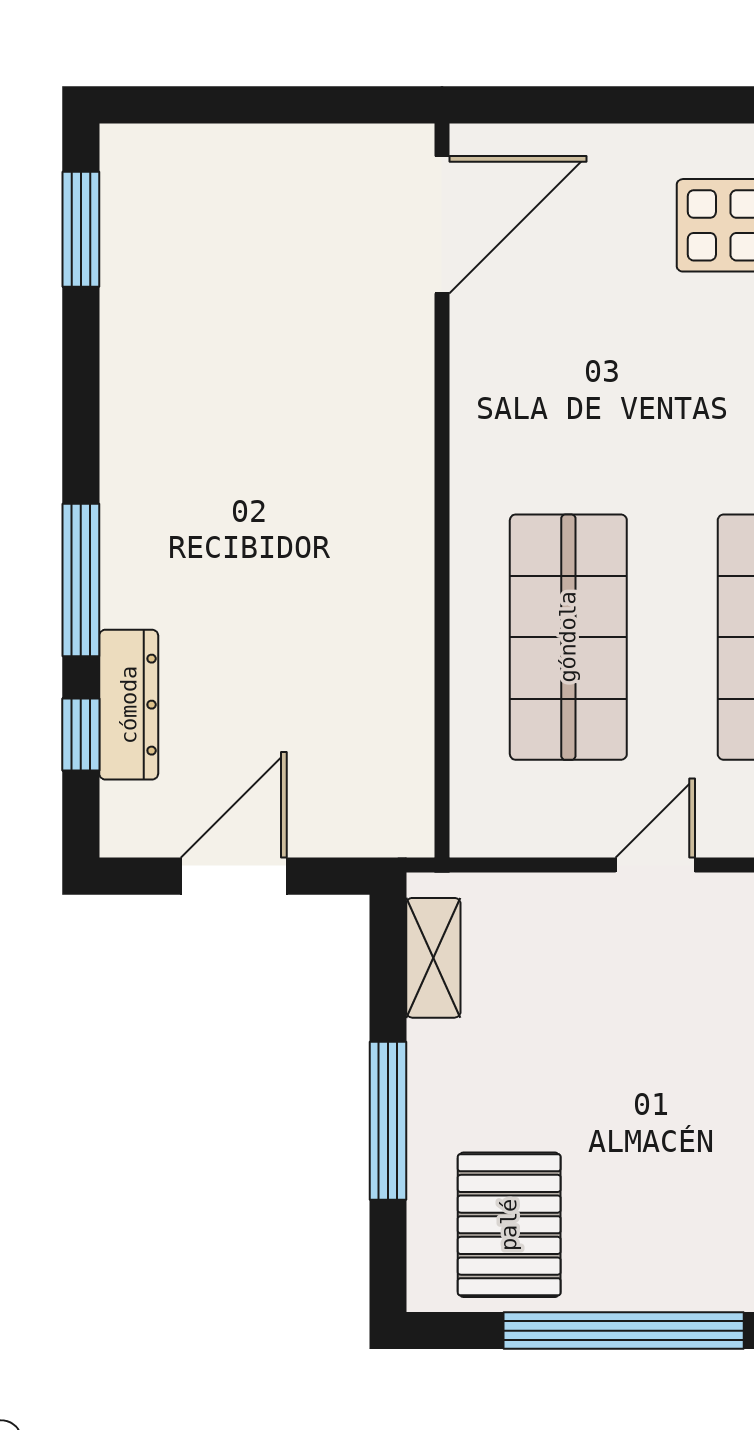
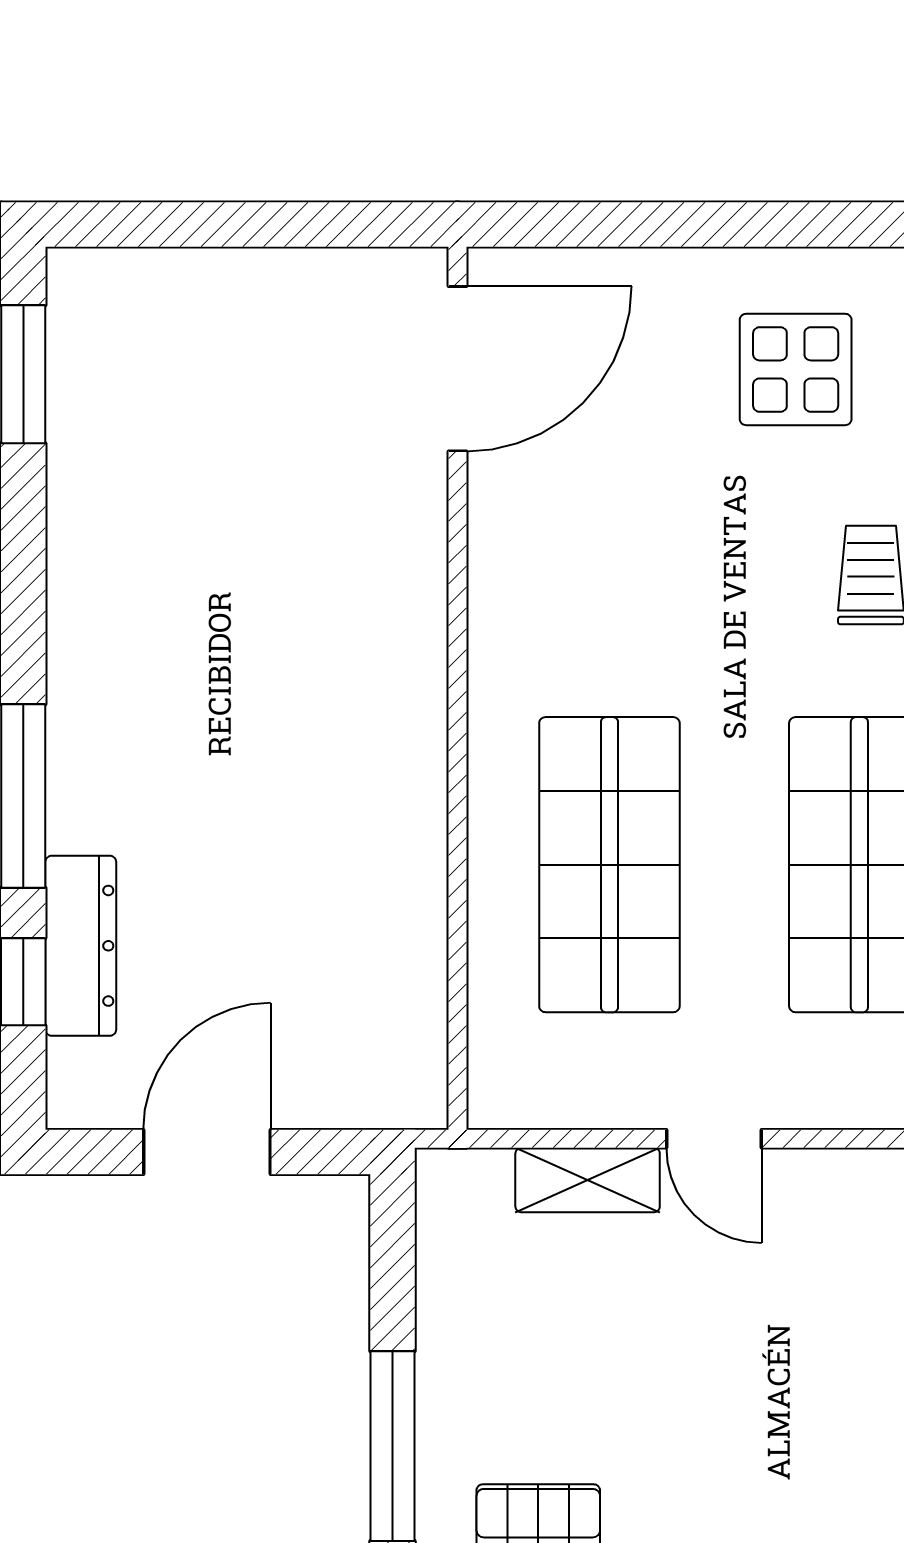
door: (655, 865) -> (714, 1139), swing flipped
shelving: (433, 958) -> (588, 1180), moved, turned 90

